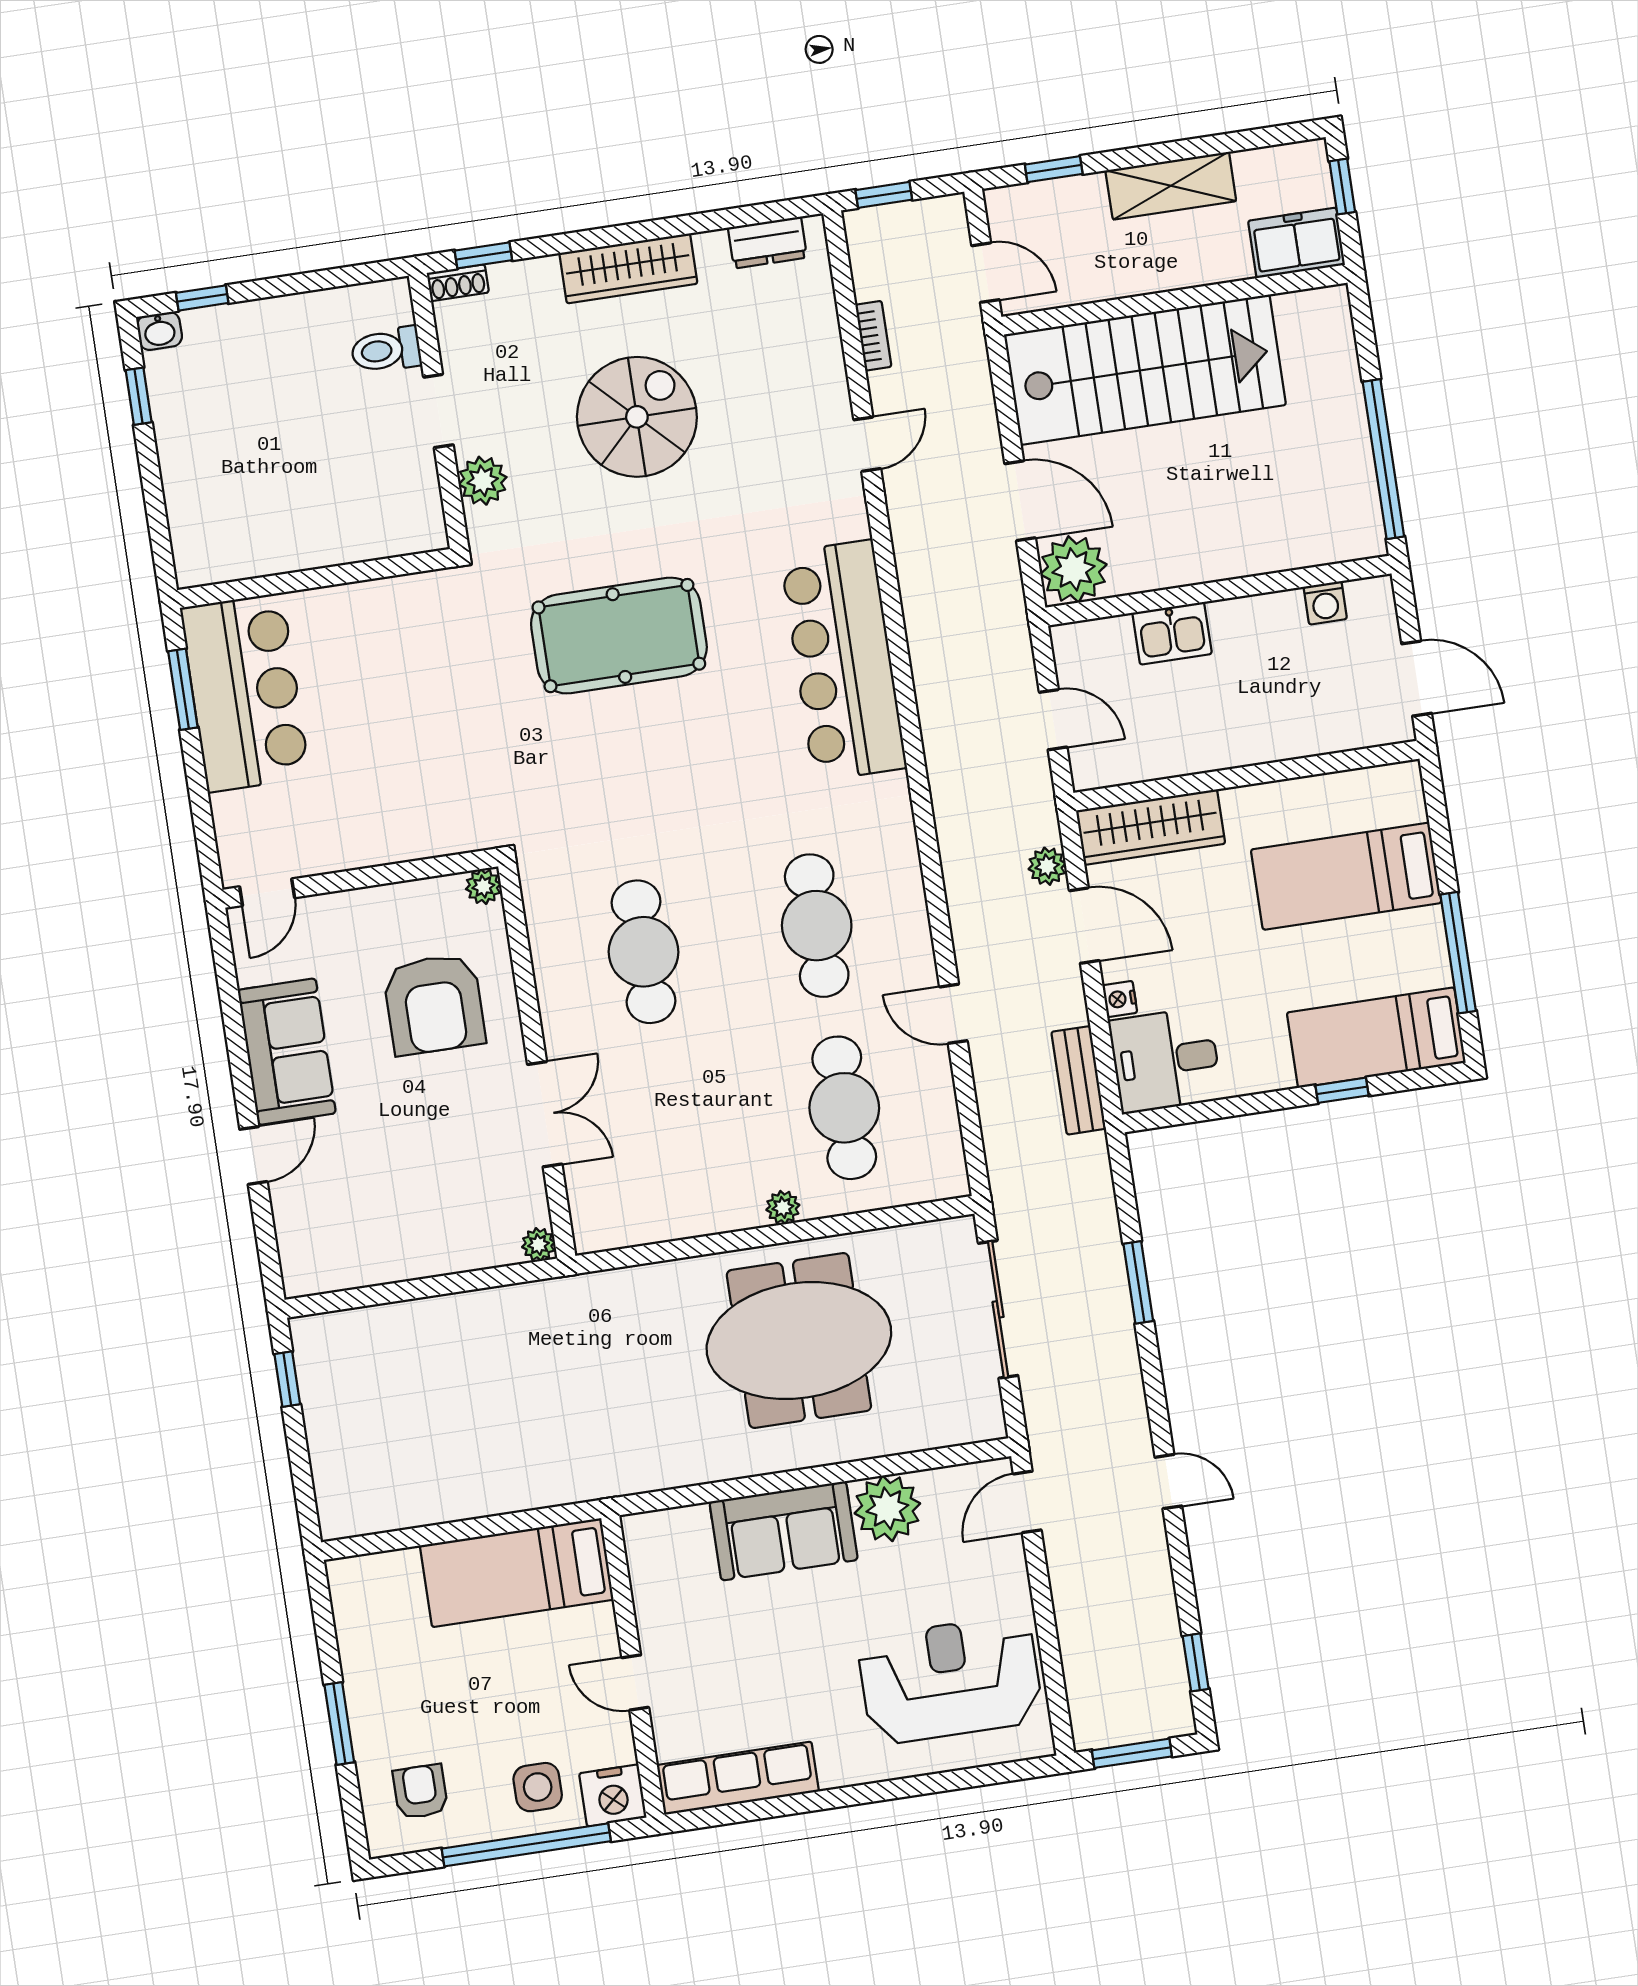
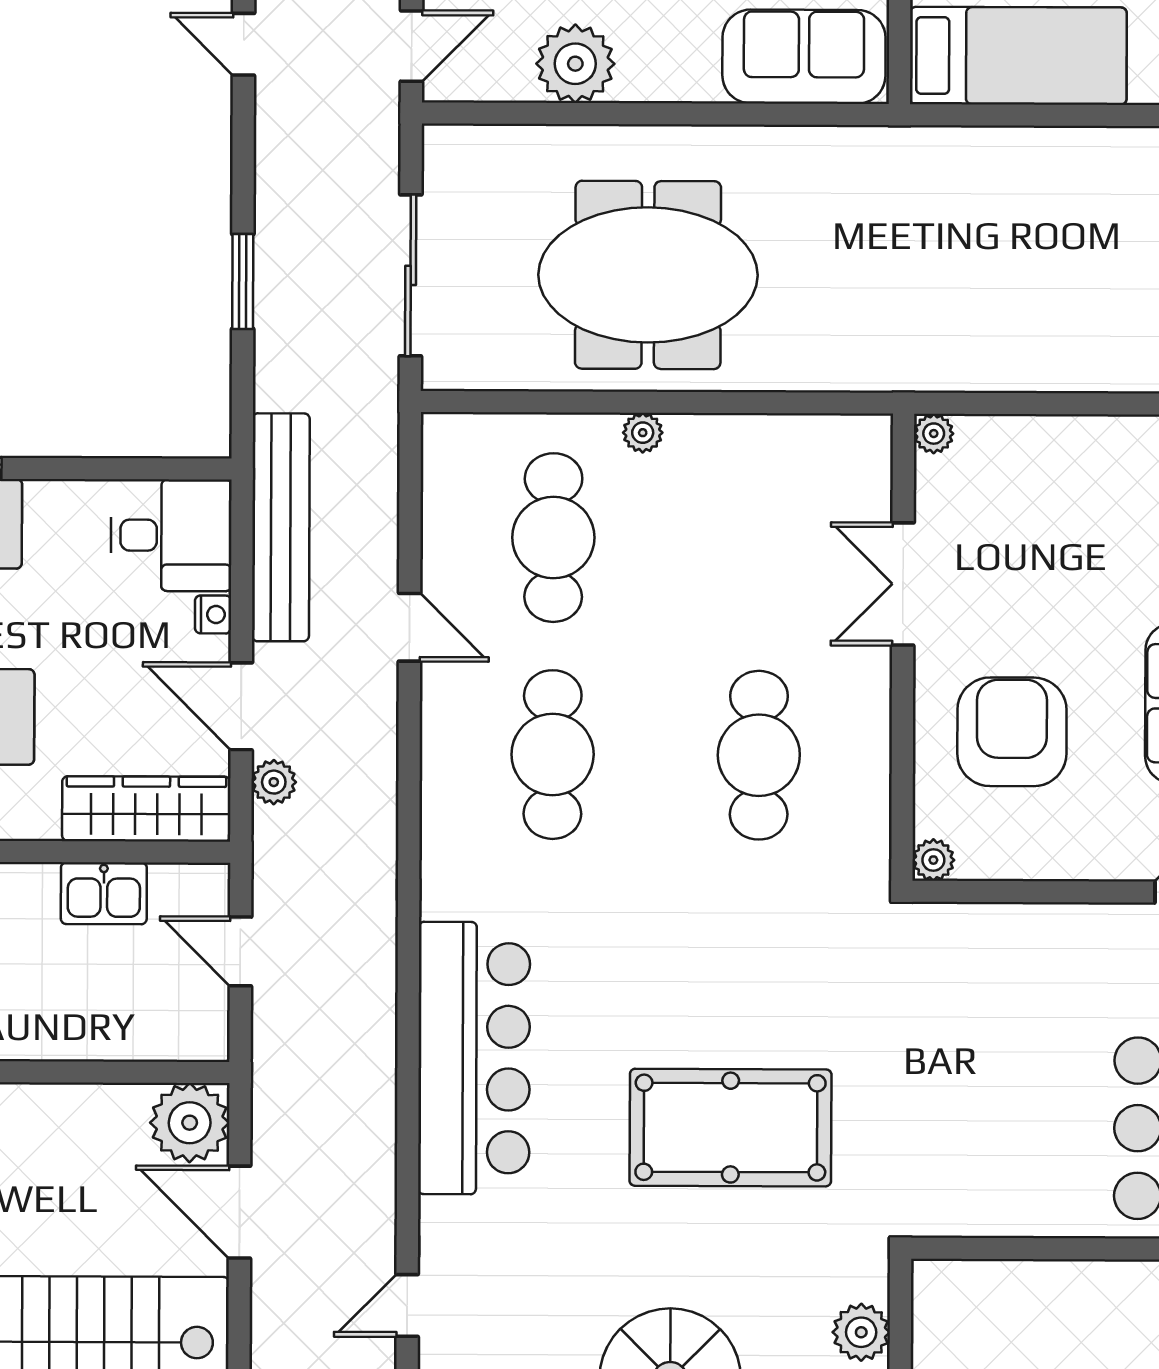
kitchen sink: (1172, 633) -> (104, 893), moved, turned 180
bench: (1079, 1080) -> (281, 527), width x1.86, depth x1.21
sofa: (784, 1531) -> (804, 57), moved

